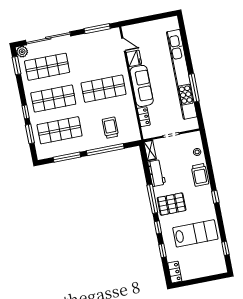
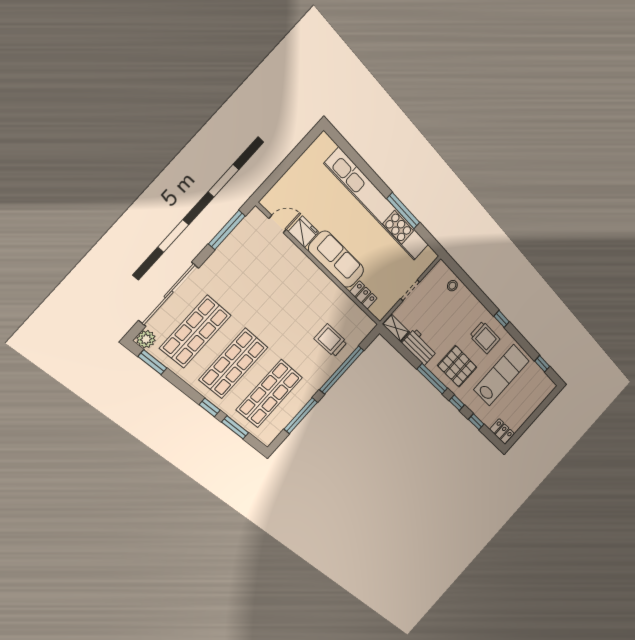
shop shelf: (104, 89) -> (290, 301), removed
trolley: (200, 175) -> (485, 337), moved
pallet: (172, 204) -> (457, 366), turned 90

